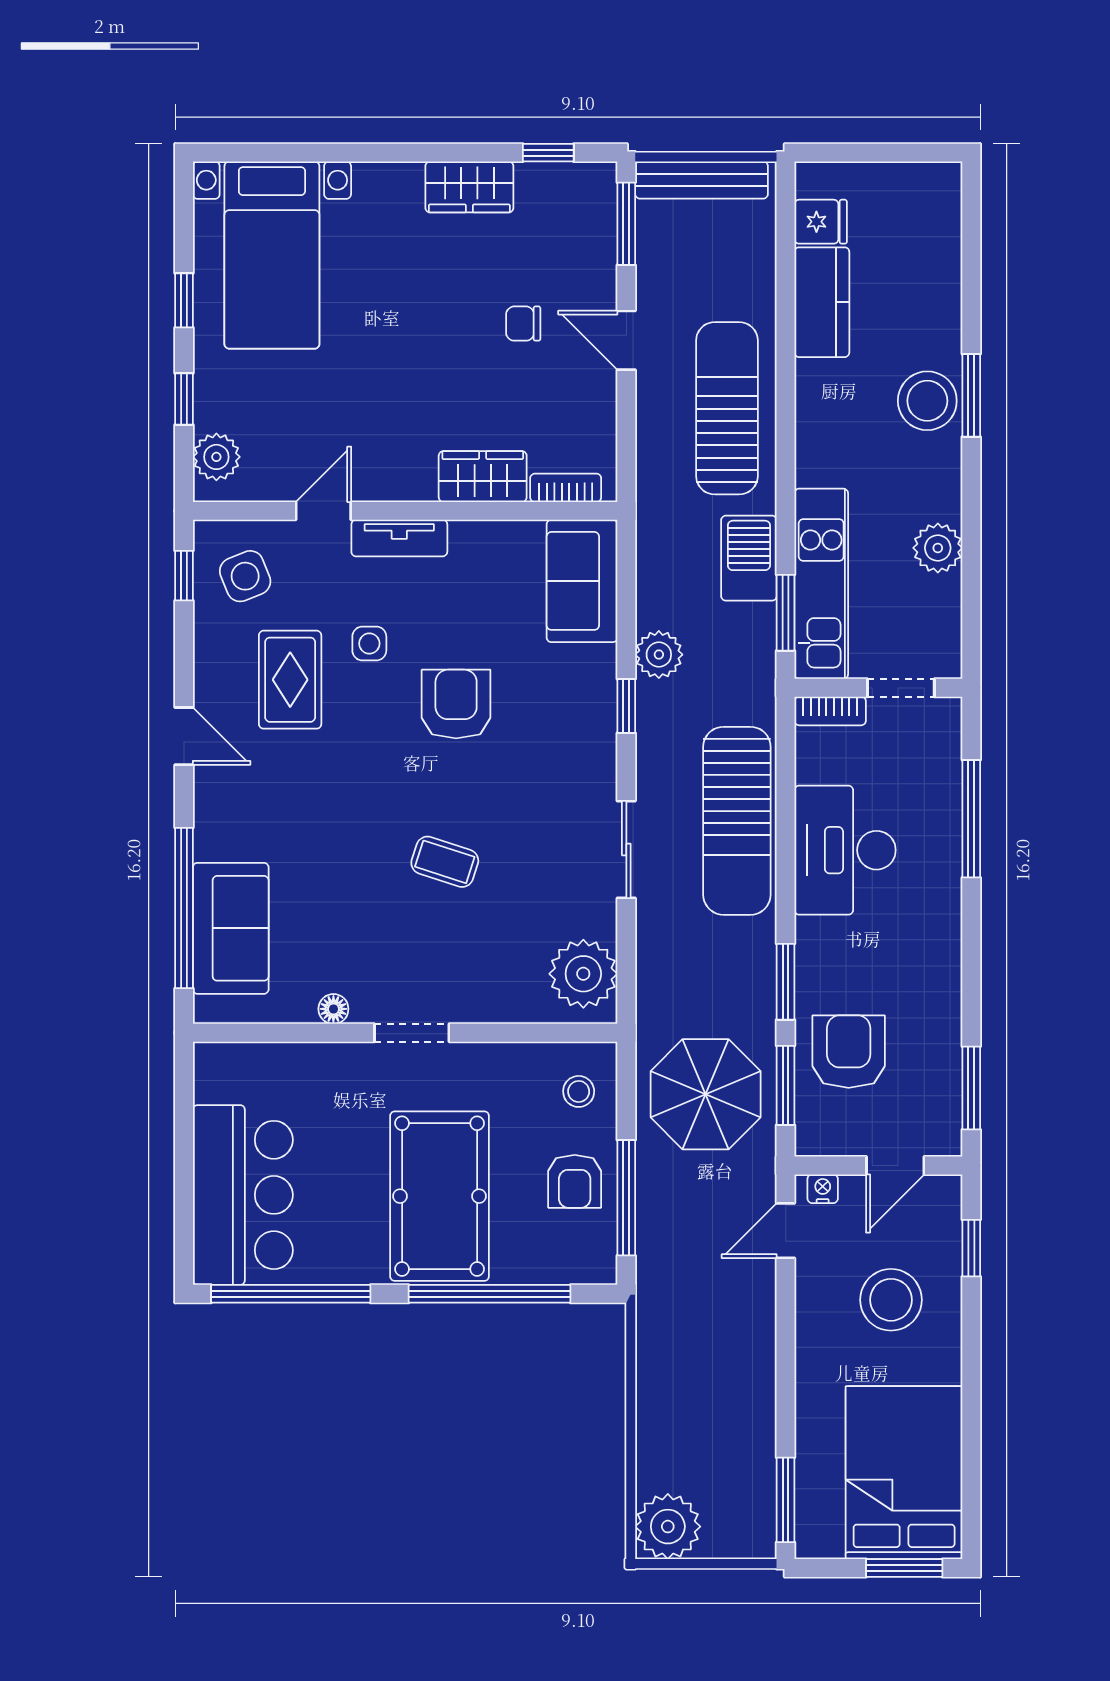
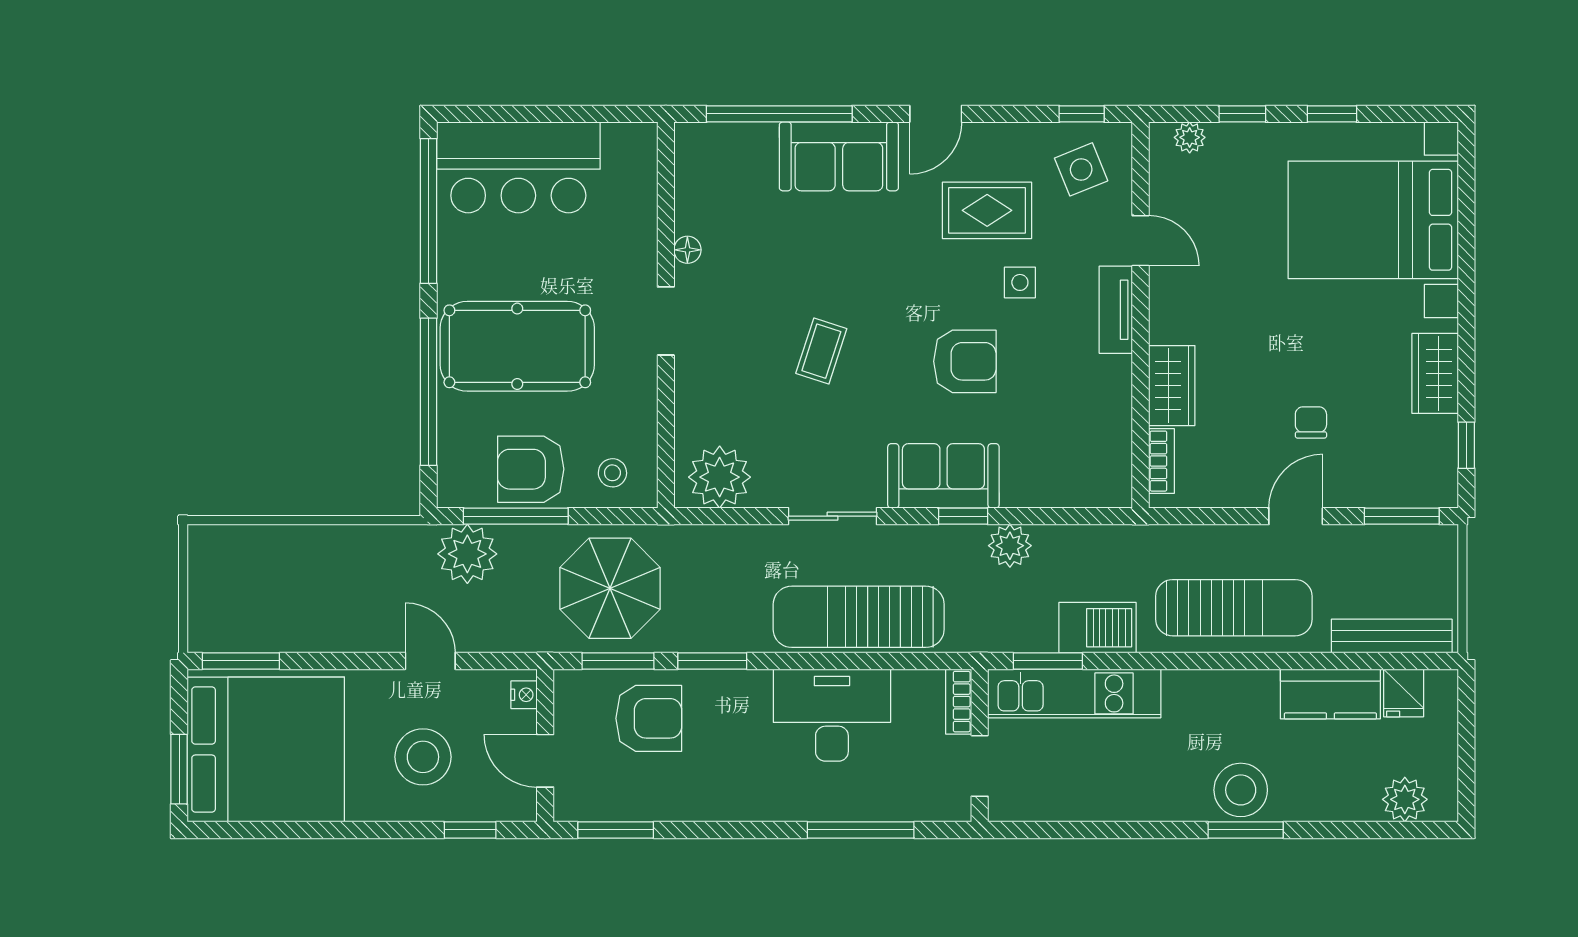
bench: (702, 180) -> (1392, 636), moved, turned 90
bed with nightstands: (272, 255) -> (1373, 220), width x1.36
plant: (216, 457) -> (1190, 137), width x0.73, depth x0.73
plant: (938, 548) -> (1405, 799), moved
sofa: (582, 581) -> (943, 476), moved
sofa: (231, 928) -> (839, 156), moved
armchair: (575, 1181) -> (531, 469), width x1.38, depth x1.38
door: (786, 1231) -> (430, 661), moved
bed: (904, 1473) -> (266, 750), width x1.36
plant: (668, 1527) -> (467, 554), moved

